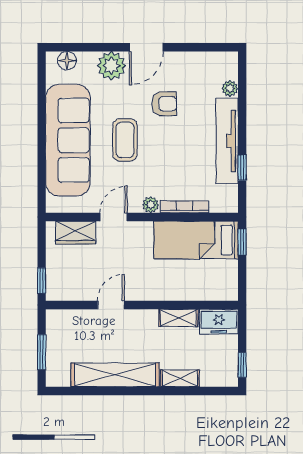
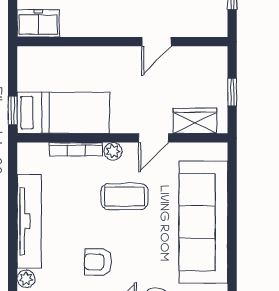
coffee table: (125, 140) -> (125, 196), moved, turned 90
window: (242, 168) -> (13, 192), removed
window: (42, 281) -> (232, 92), moved
shelving: (178, 318) -> (83, 28), removed

